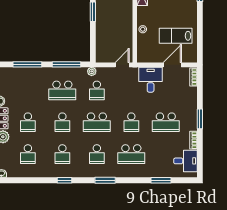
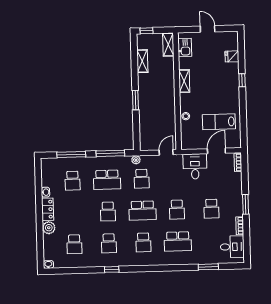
school desk: (28, 122) -> (73, 181), moved
school desk: (166, 122) -> (211, 209), width x0.54
window: (105, 180) -> (152, 268), removed

